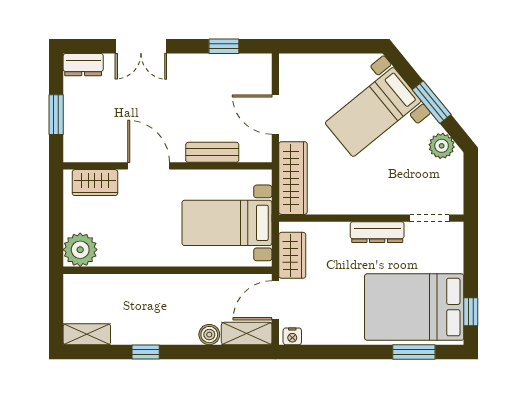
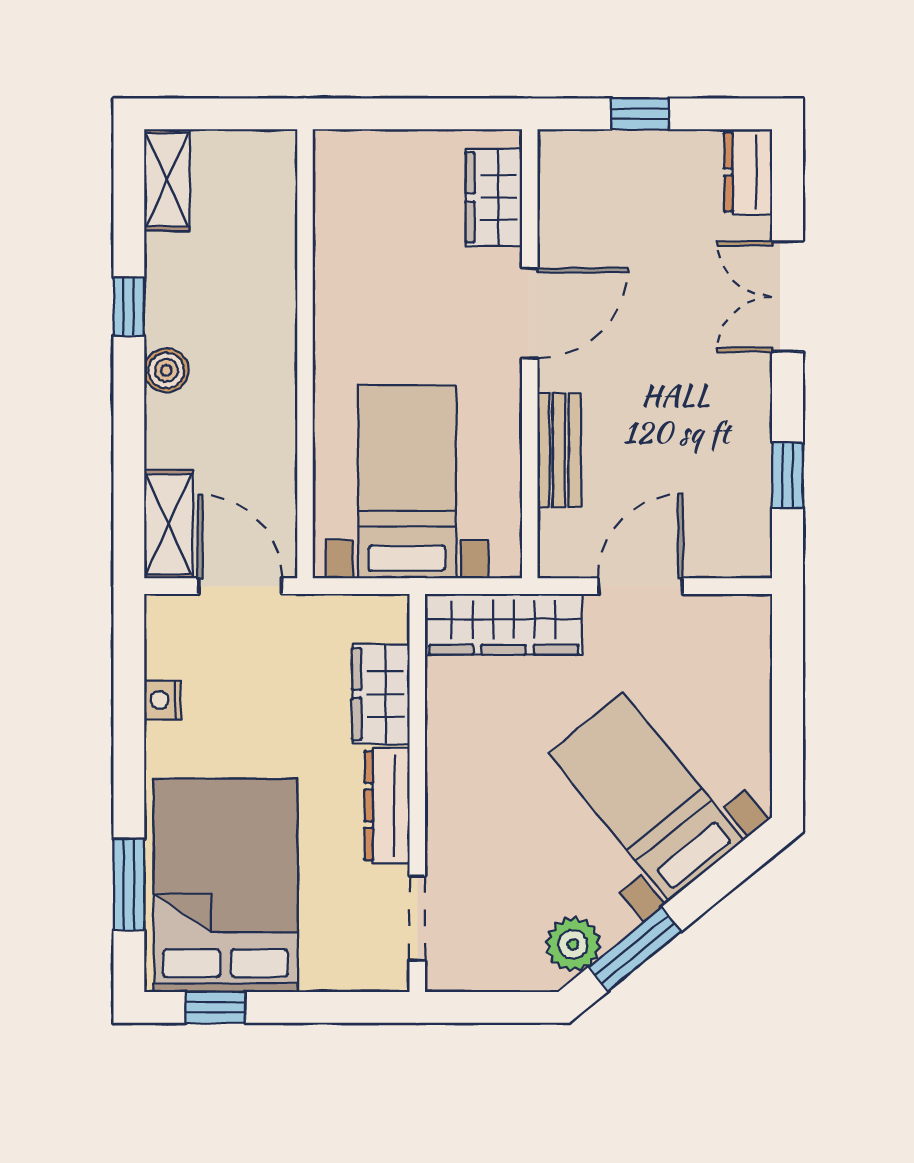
window: (432, 102) -> (635, 949), moved
window: (56, 115) -> (640, 114), width x0.67
plant: (80, 250) -> (349, 166), removed
wardrobe: (292, 255) -> (381, 694), moved, turned 90
boiler: (209, 335) -> (166, 370), moved
nightstand: (292, 336) -> (163, 700), moved

